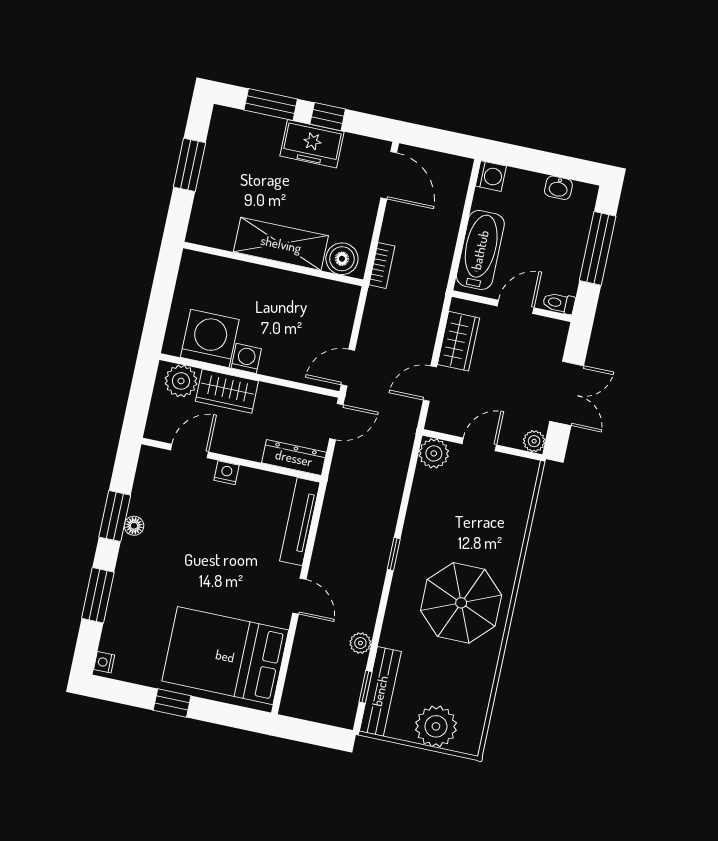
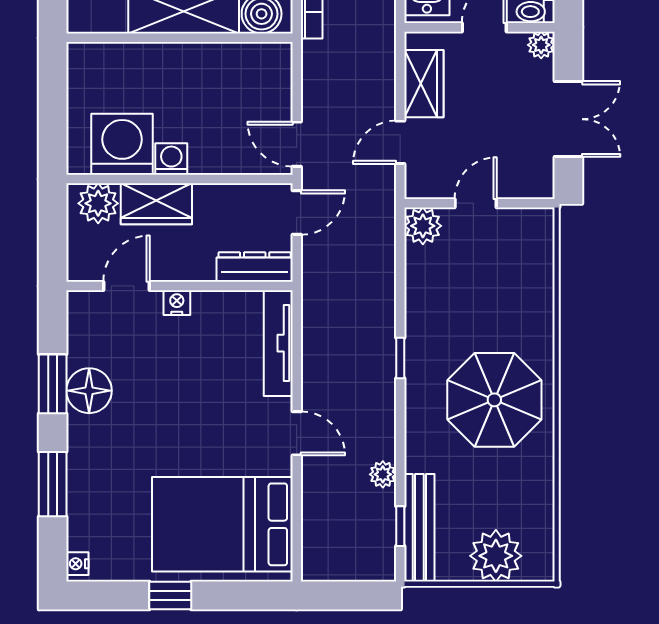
door: (348, 368) -> (297, 144), hinge flipped
plant: (534, 441) -> (541, 45), moved
floor lamp: (134, 526) -> (89, 391), width x1.89, depth x1.89

